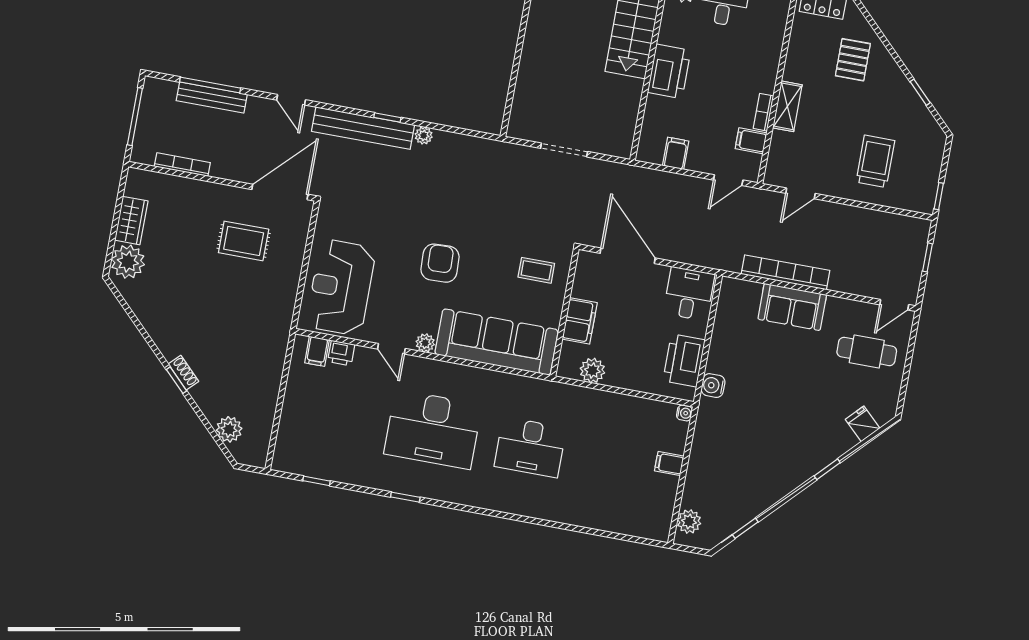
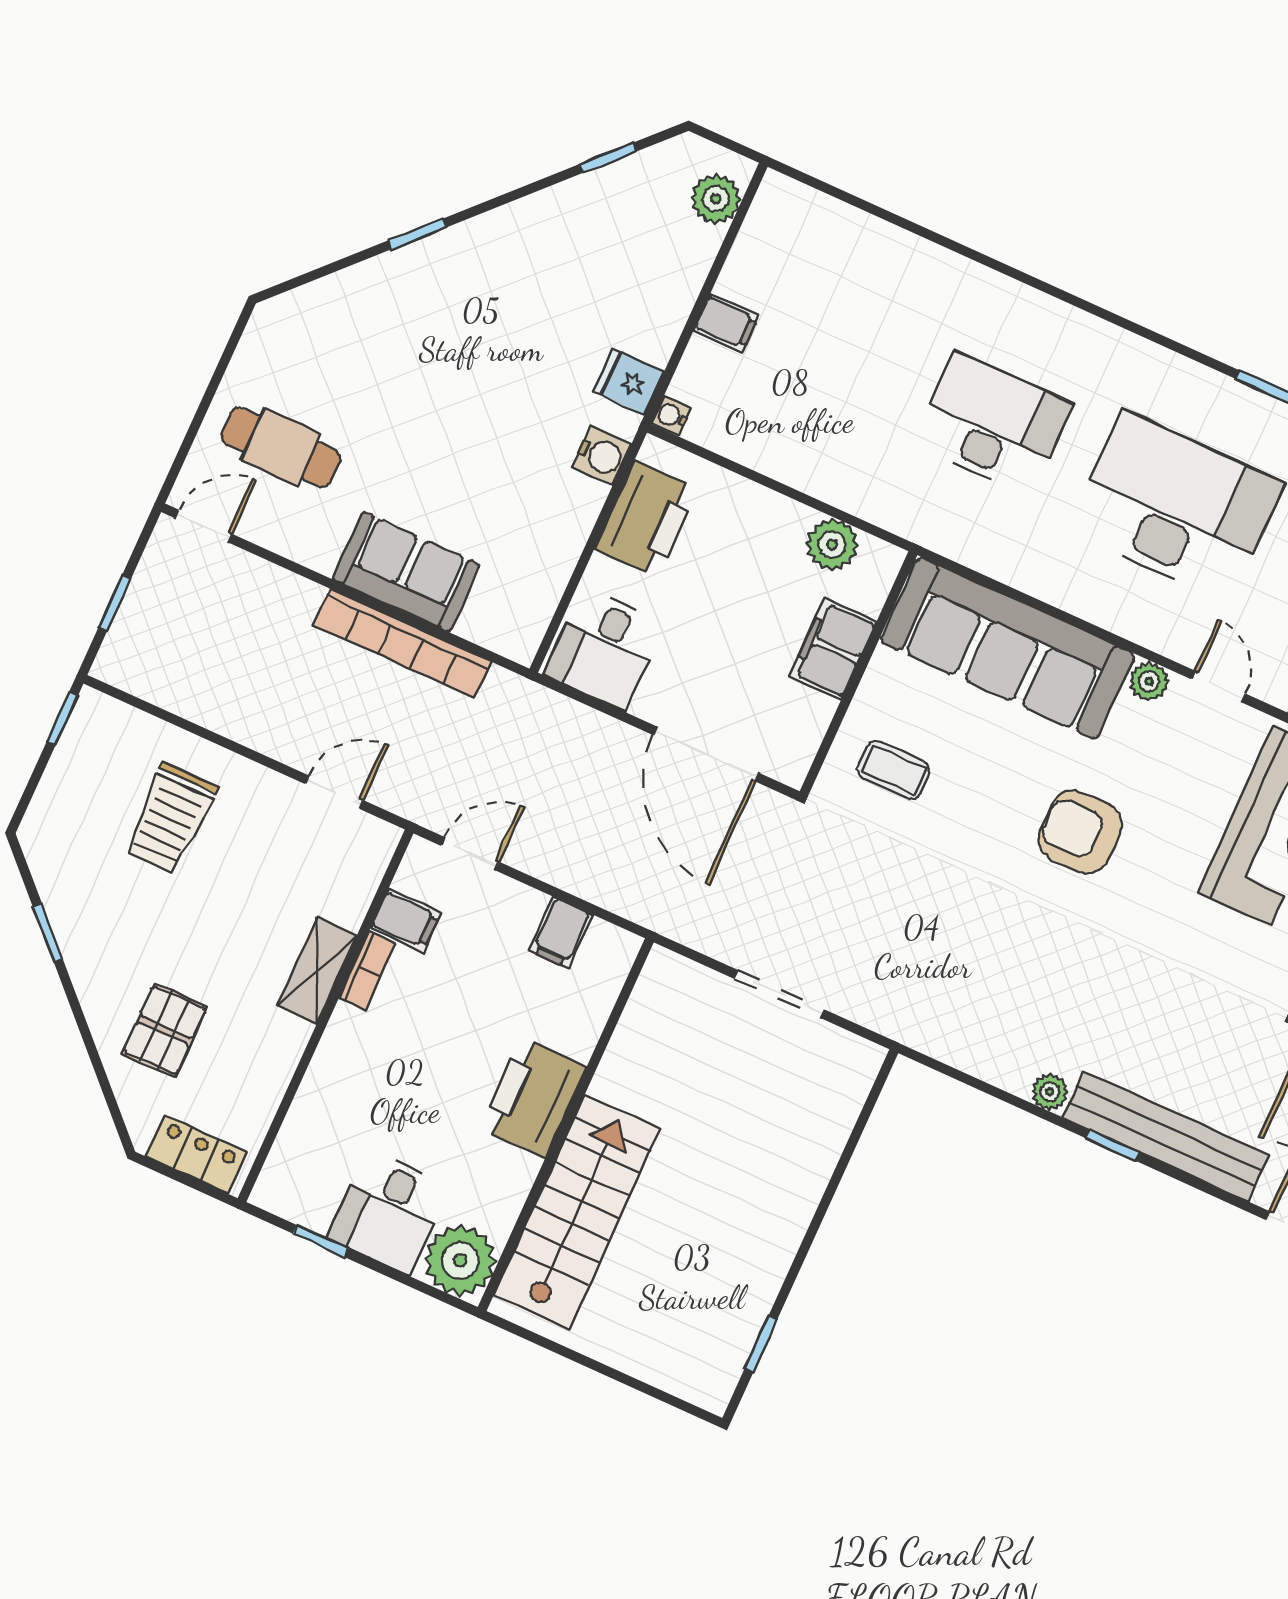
armchair: (440, 263) -> (1080, 832), turned 92
fridge: (863, 424) -> (629, 382), moved, turned 136

